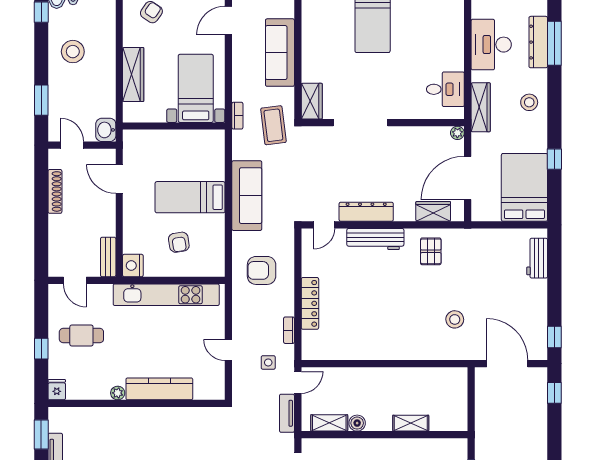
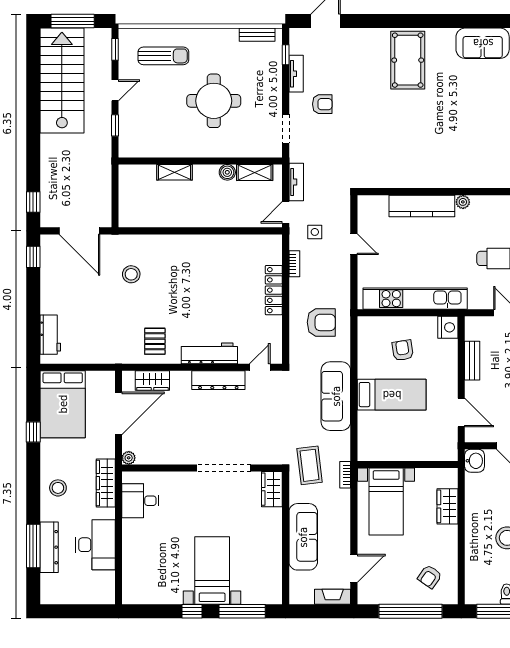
wardrobe: (133, 74) -> (448, 506), width x0.67
bench: (108, 257) -> (472, 361), moved

